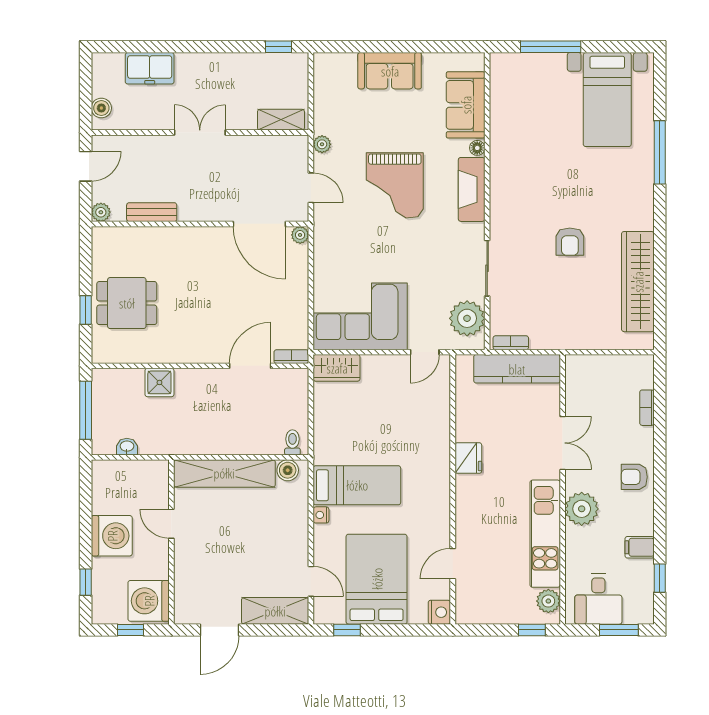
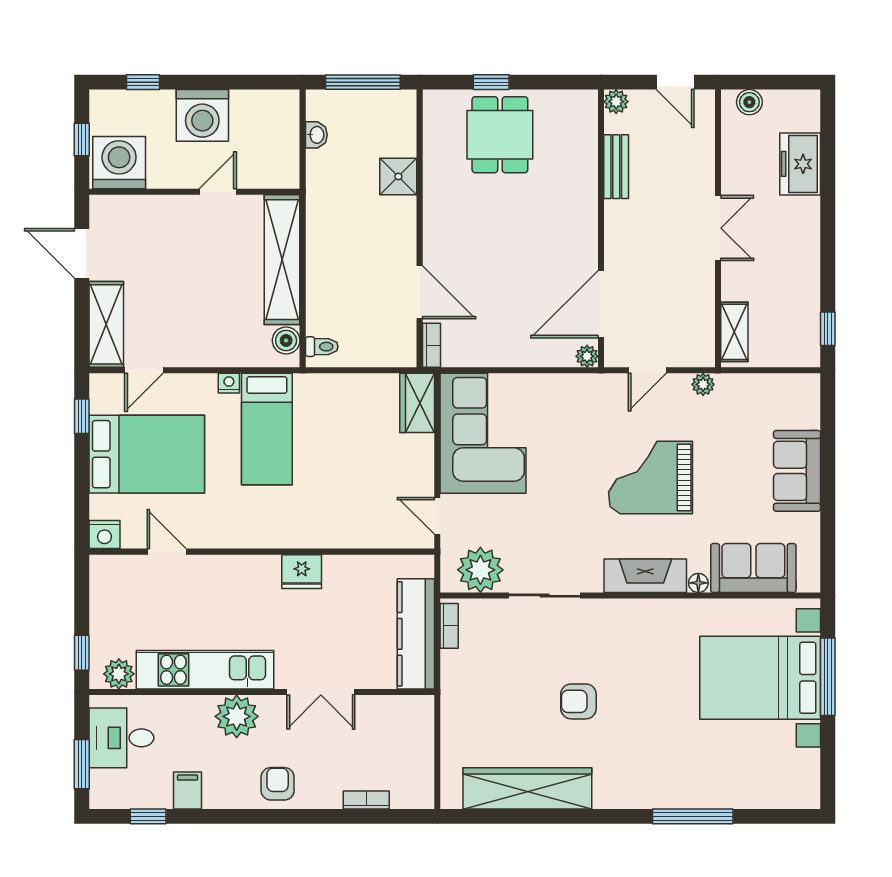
bed with nightstands: (607, 100) -> (760, 678), moved, width x1.36

